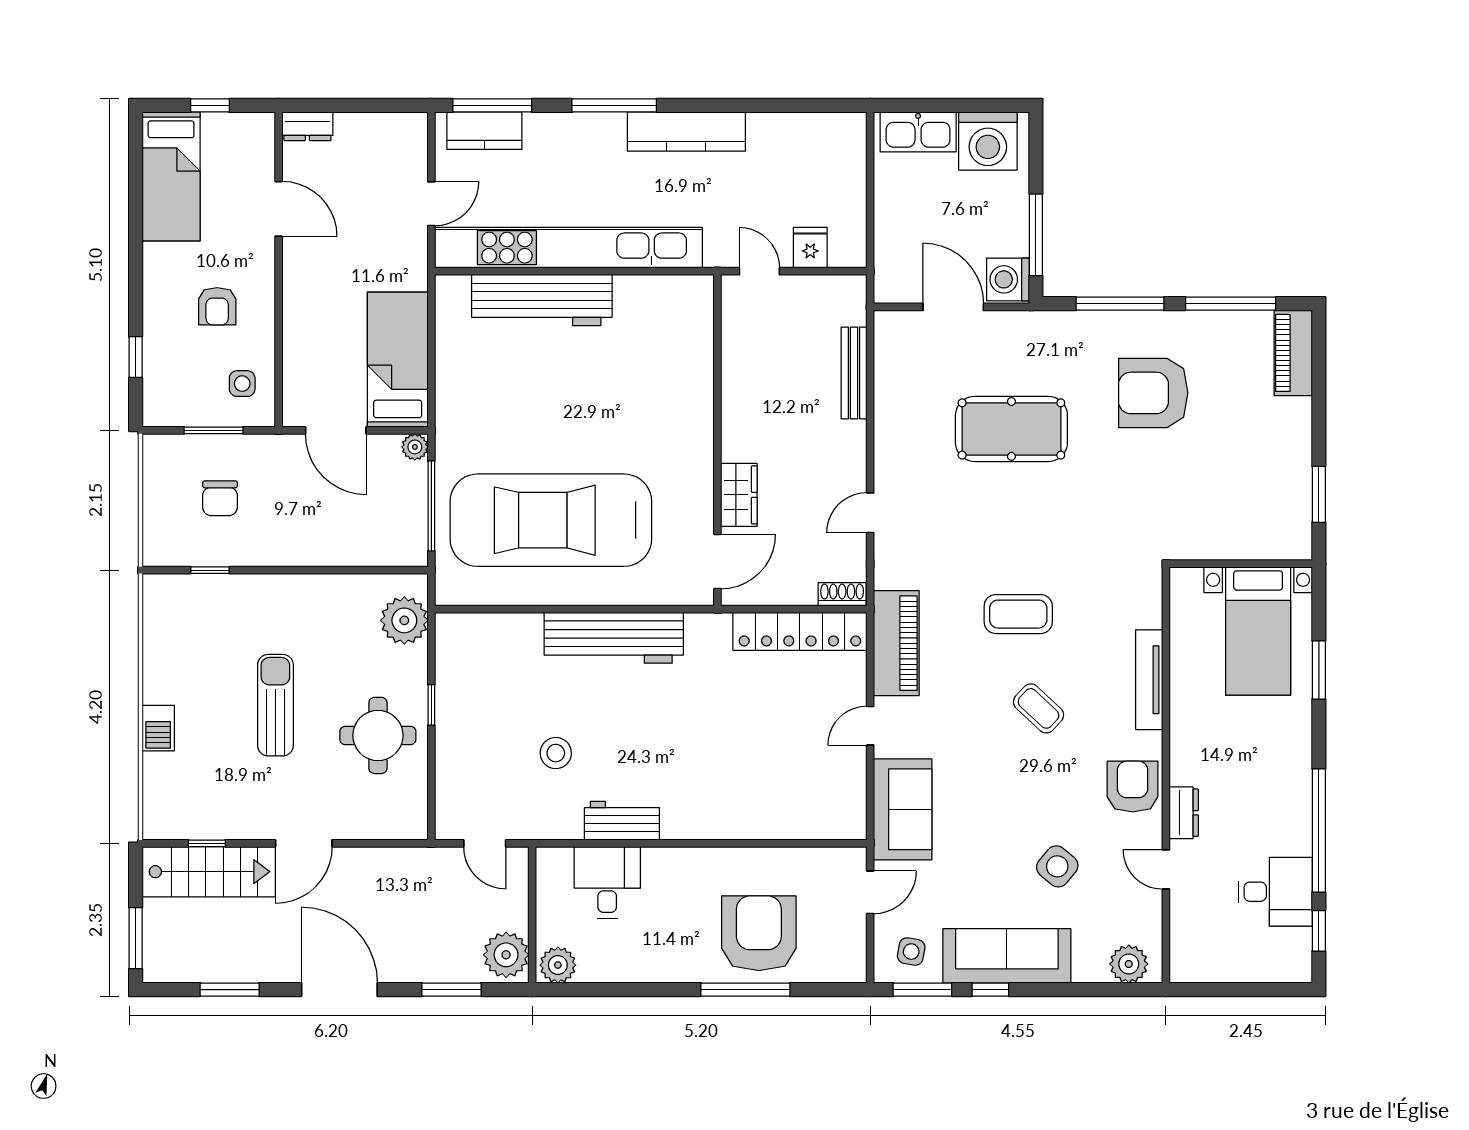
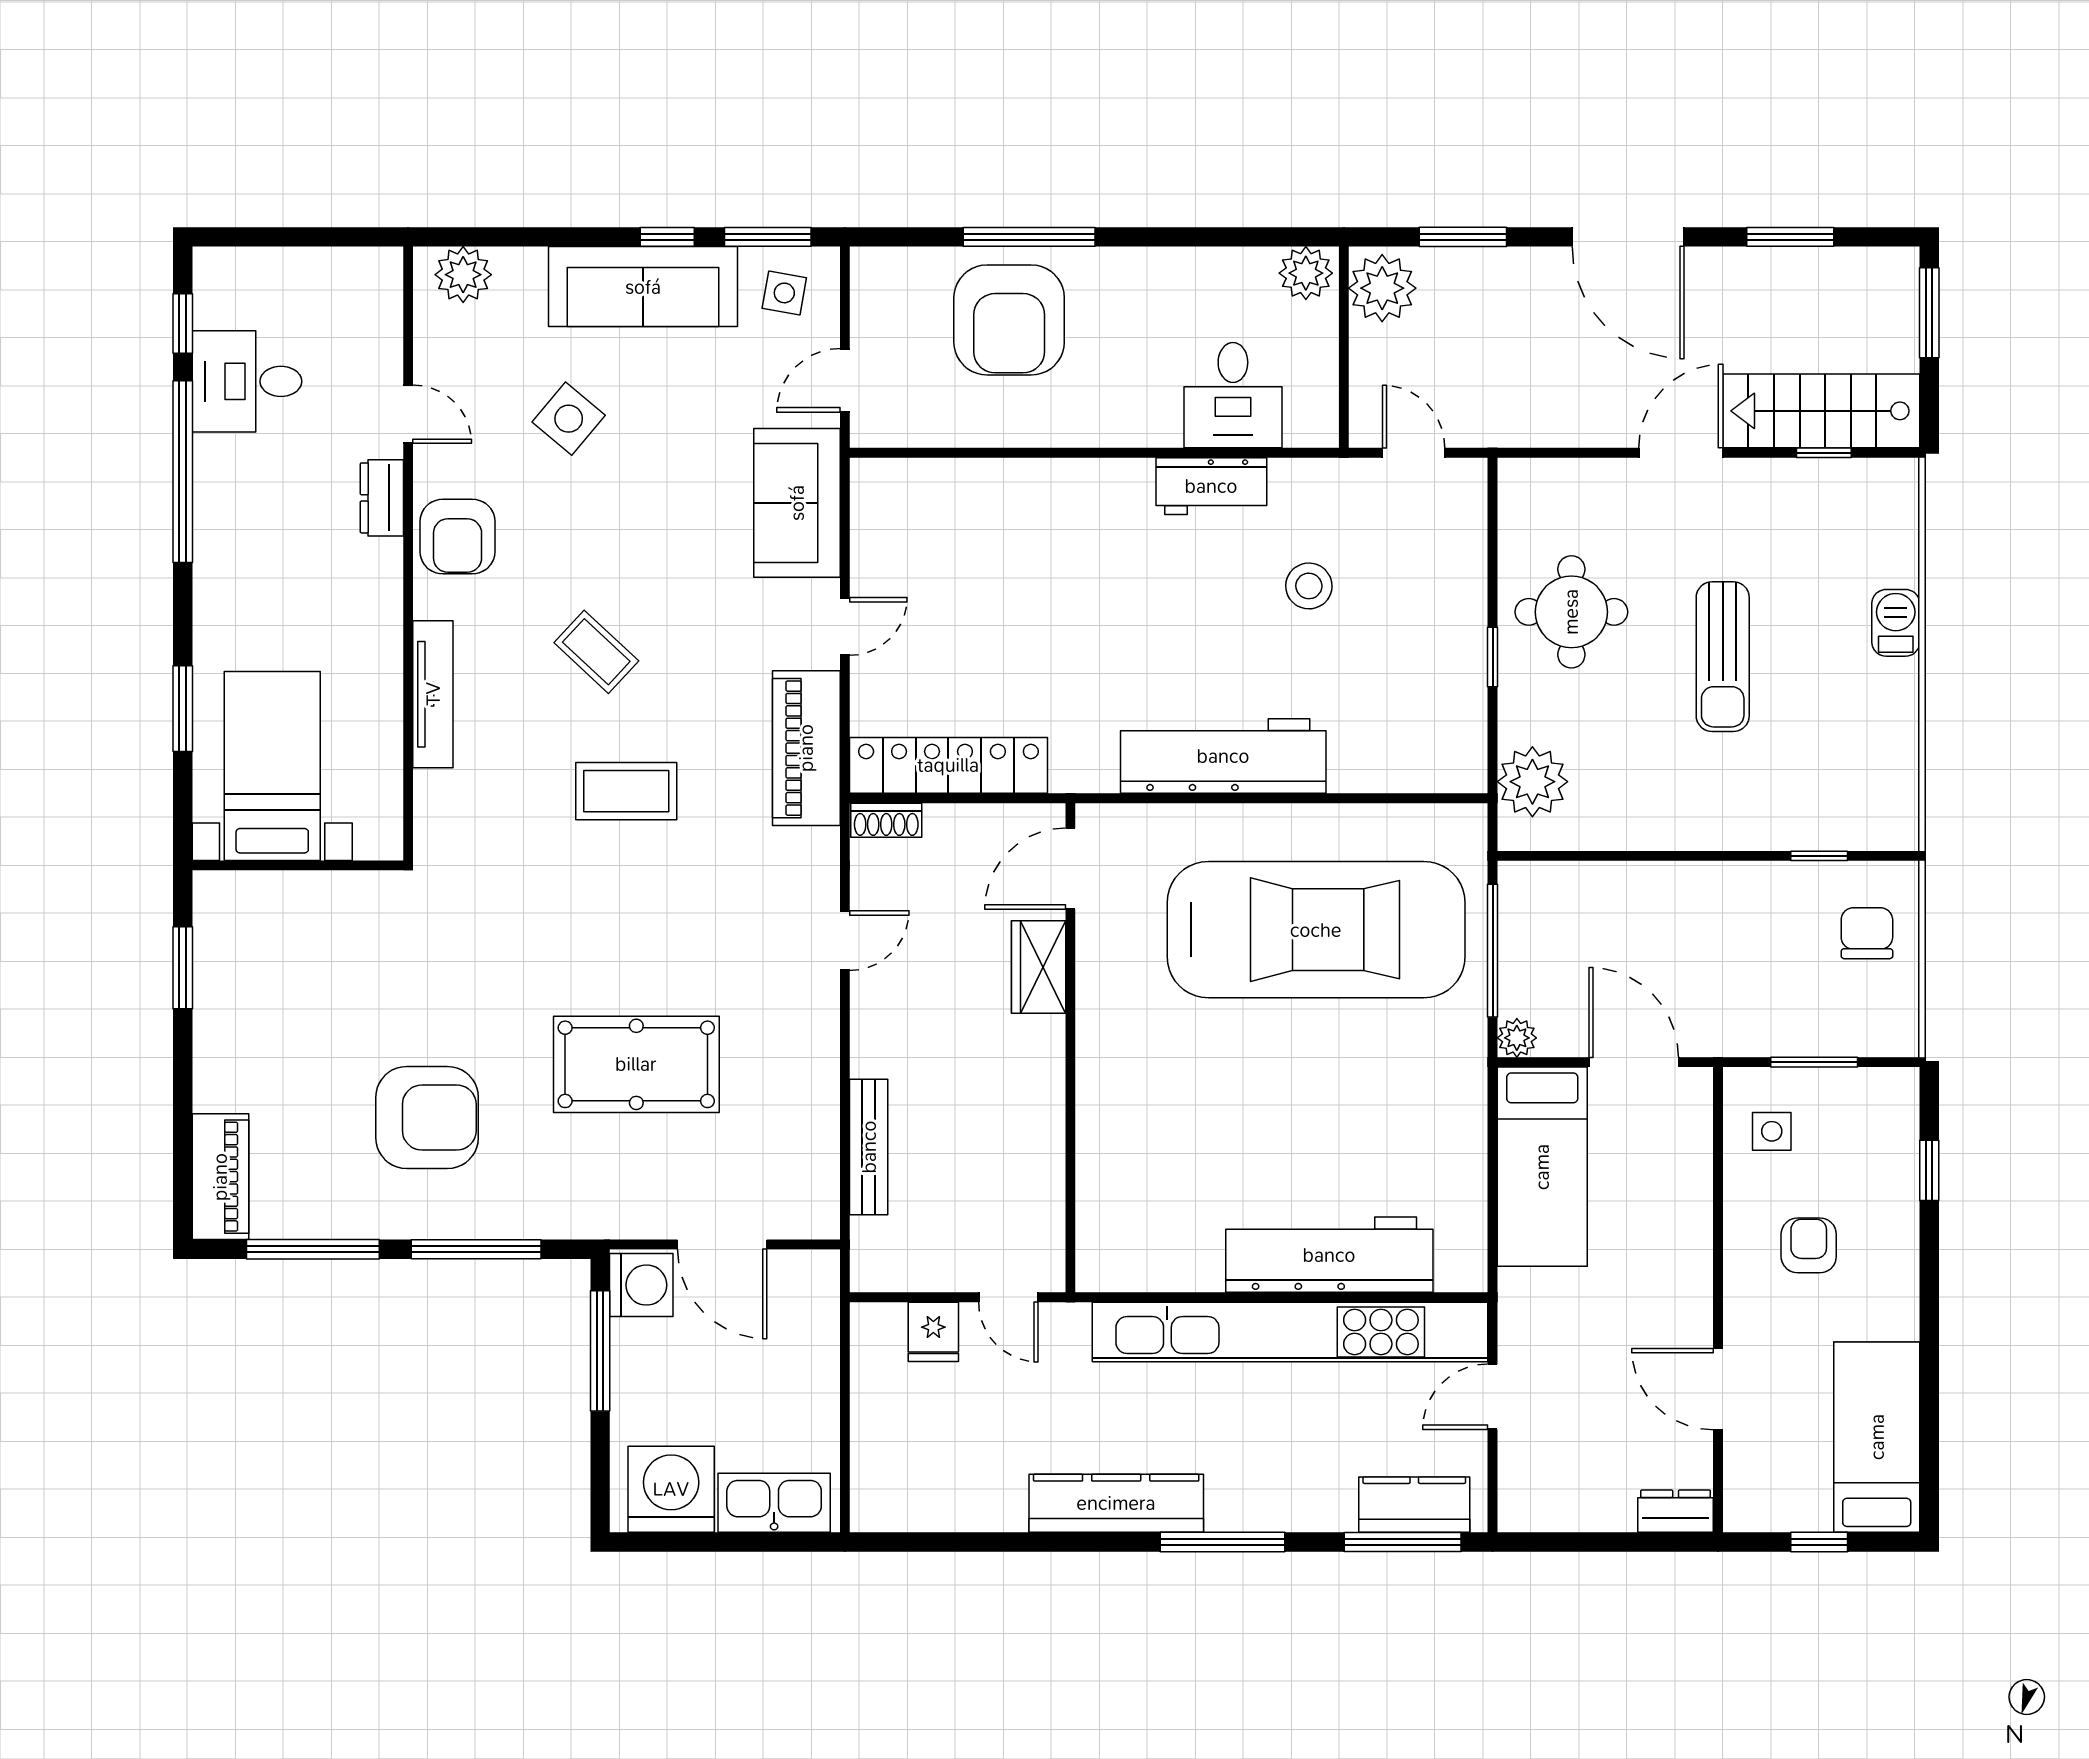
chair: (220, 498) -> (1867, 933), moved

